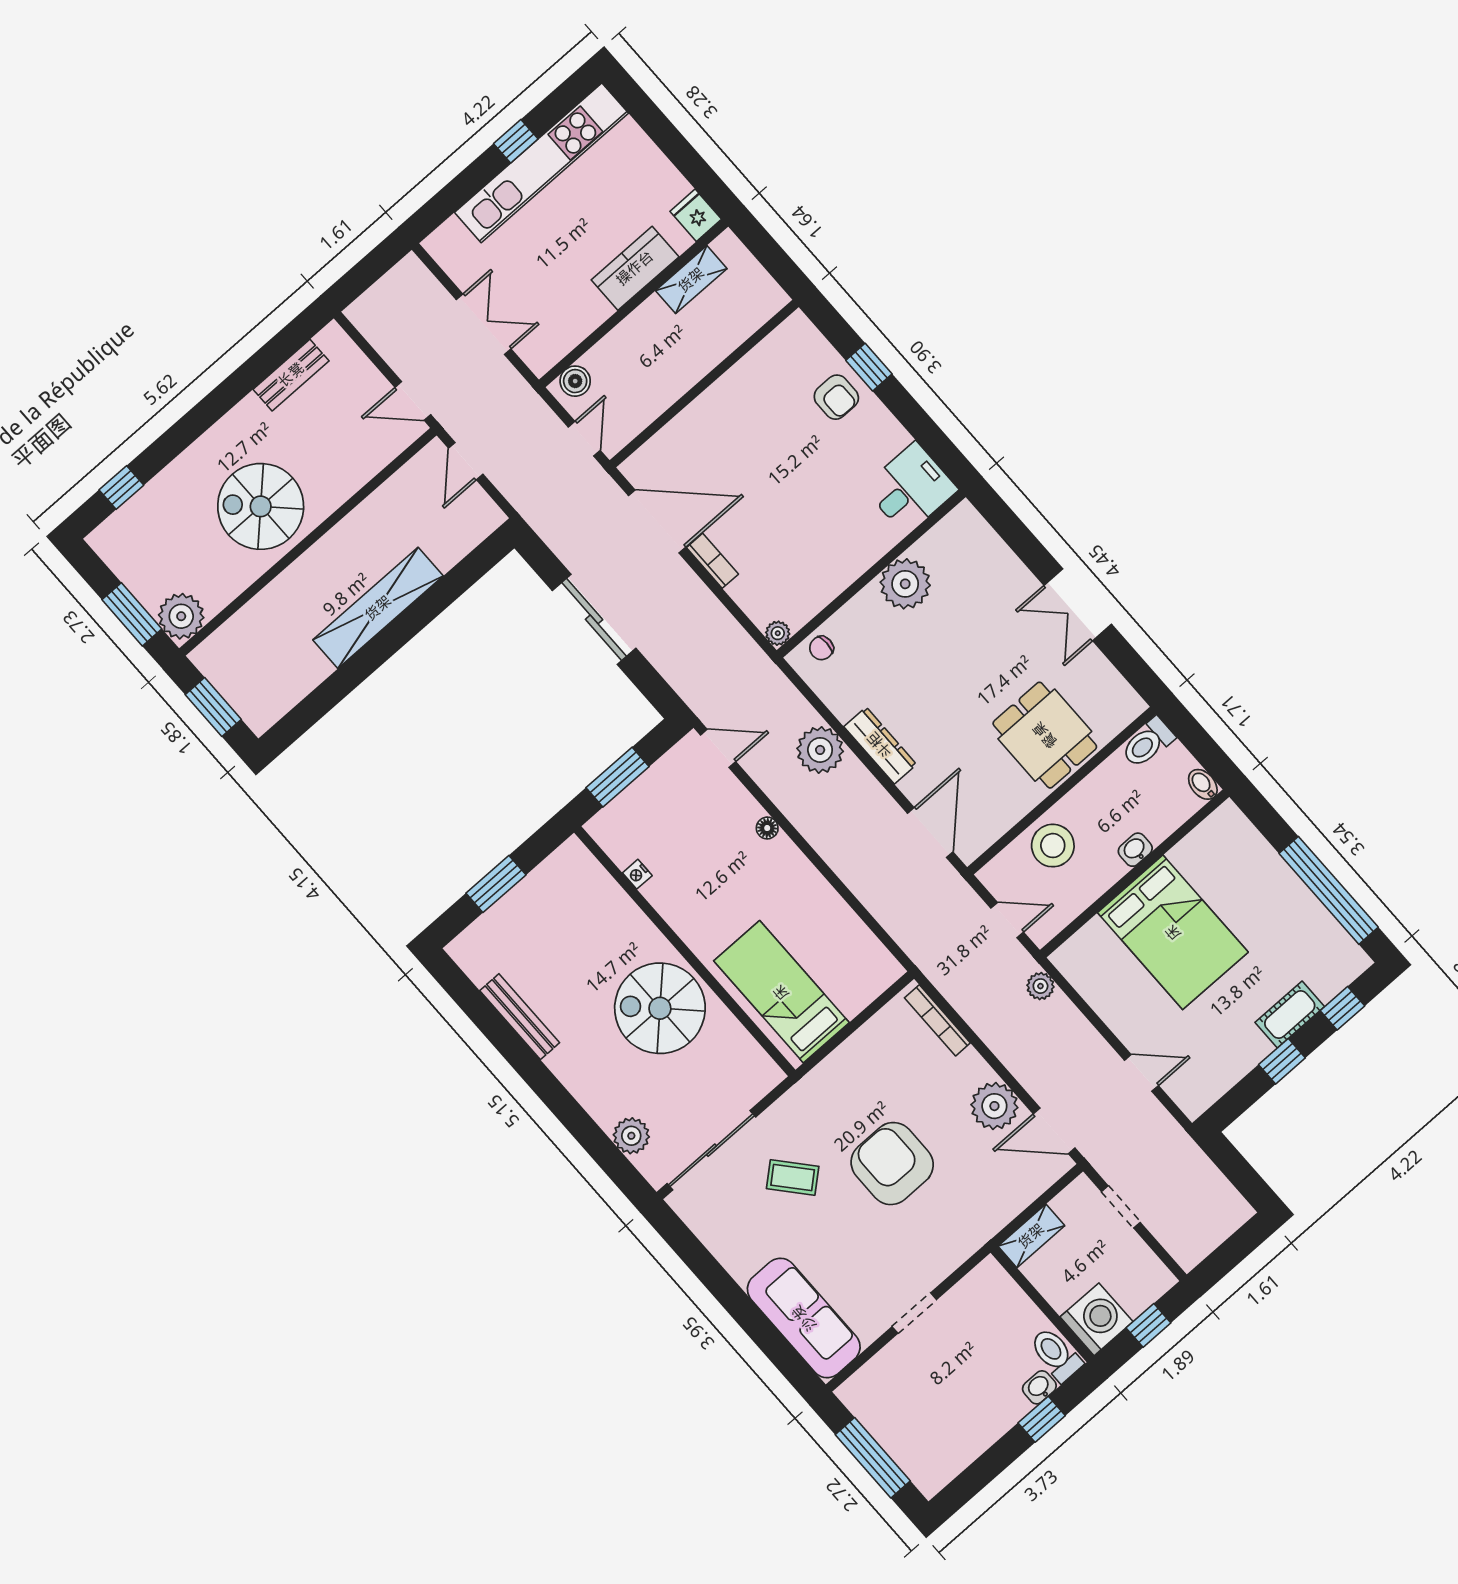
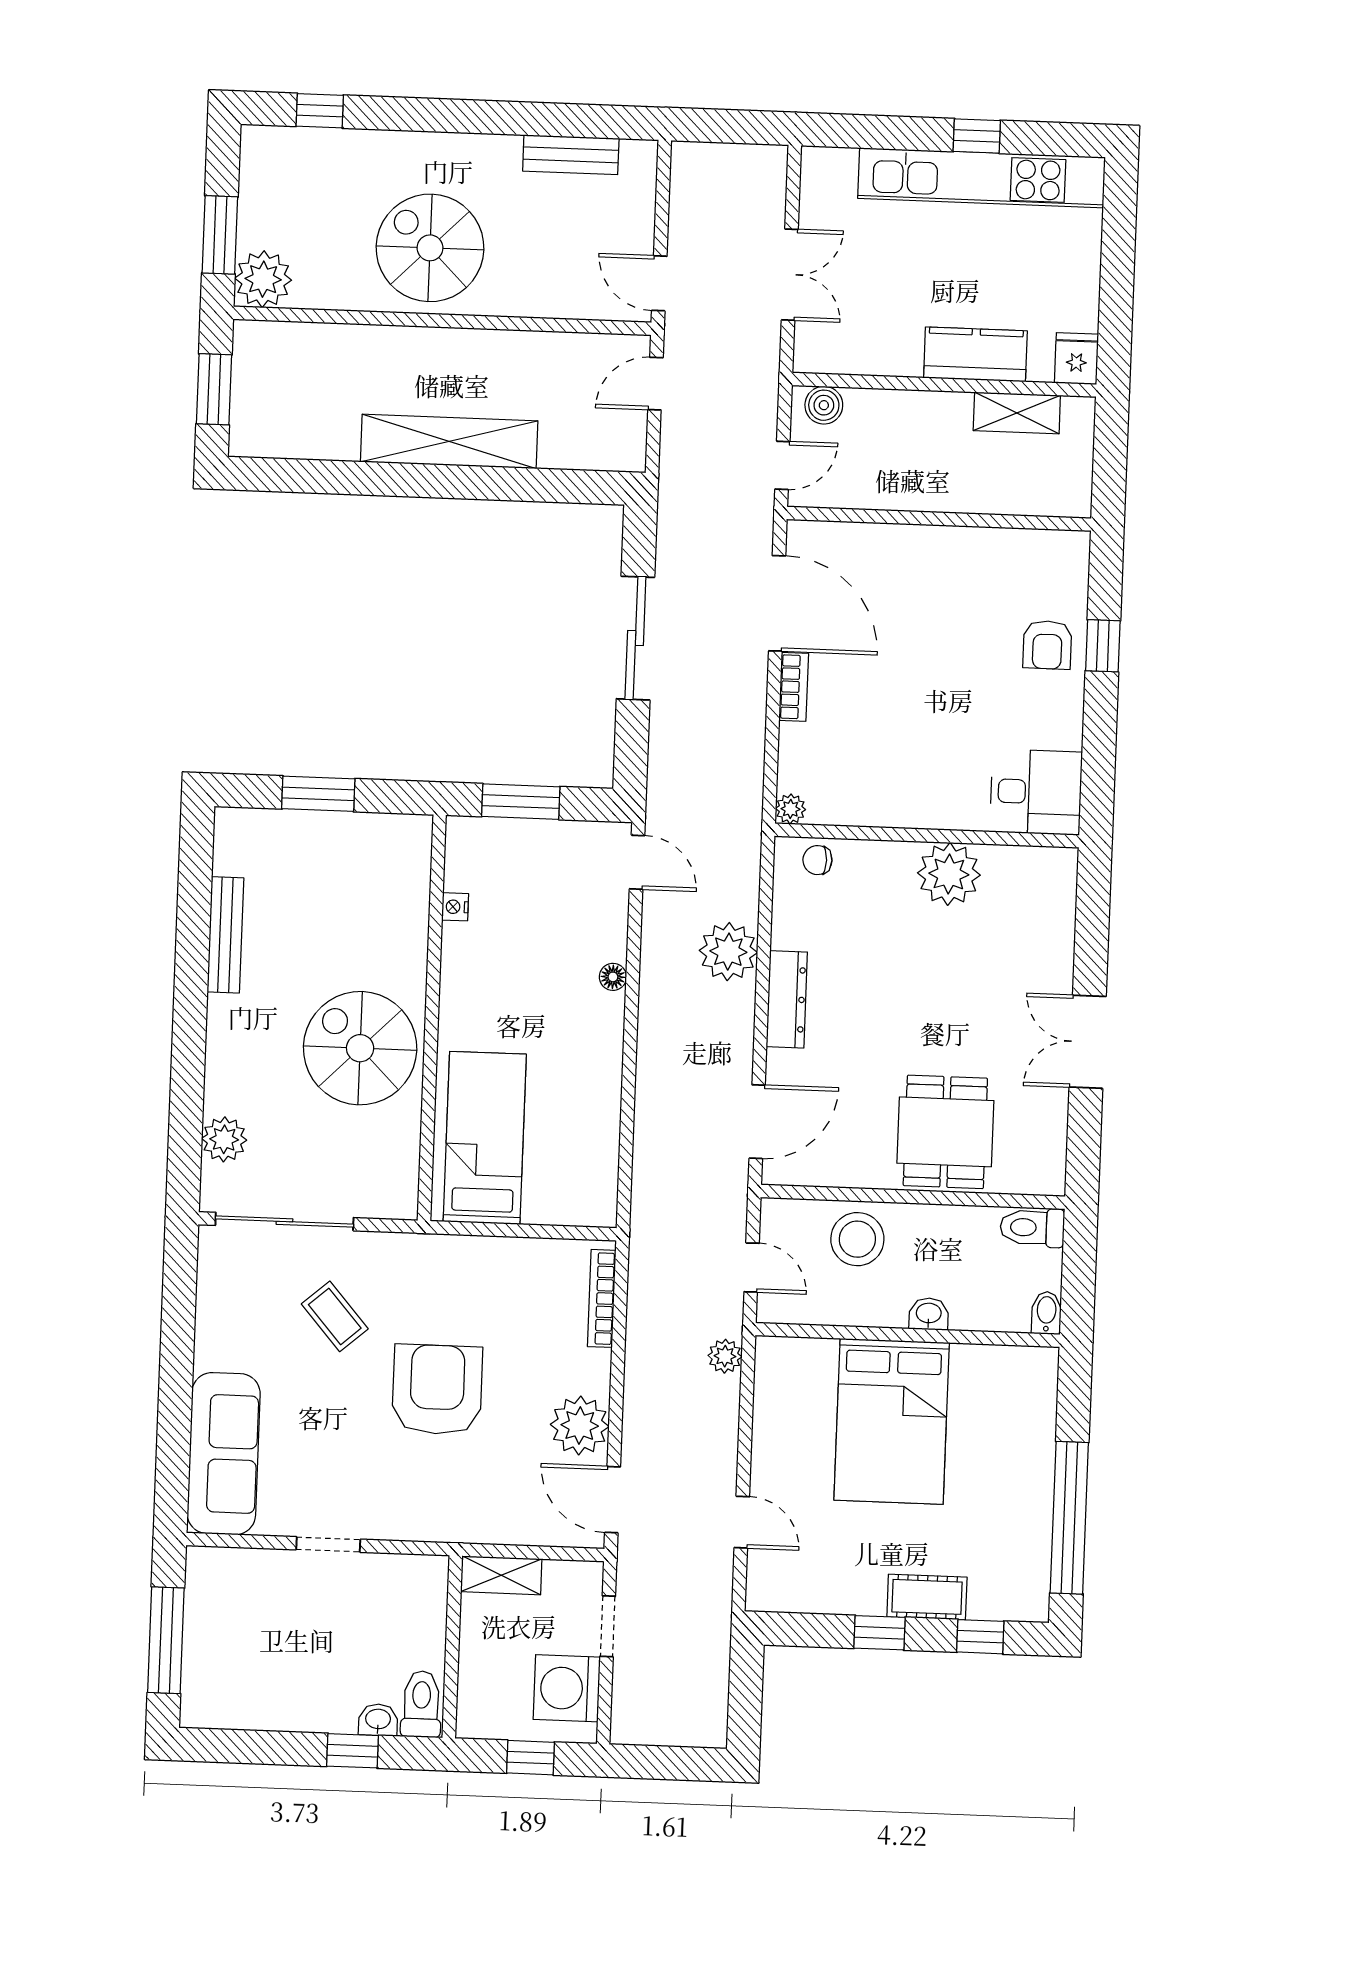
washing machine: (1097, 1319) -> (567, 1688), moved, turned 180

